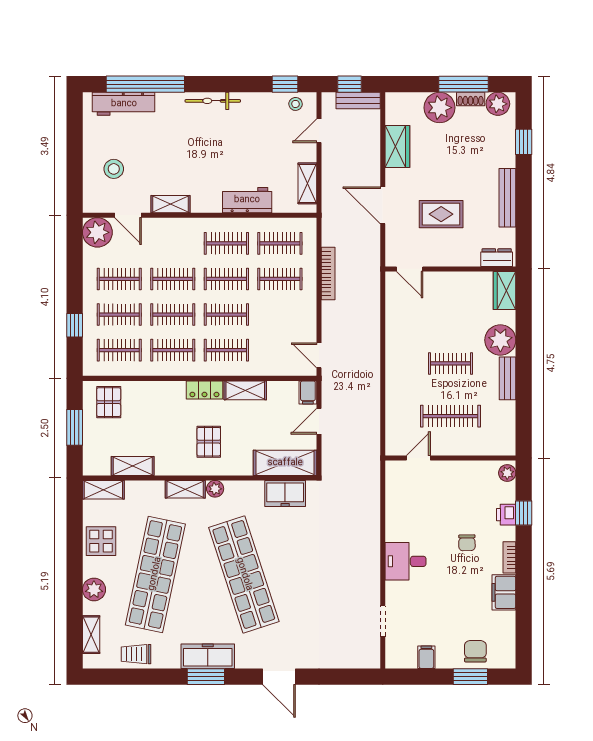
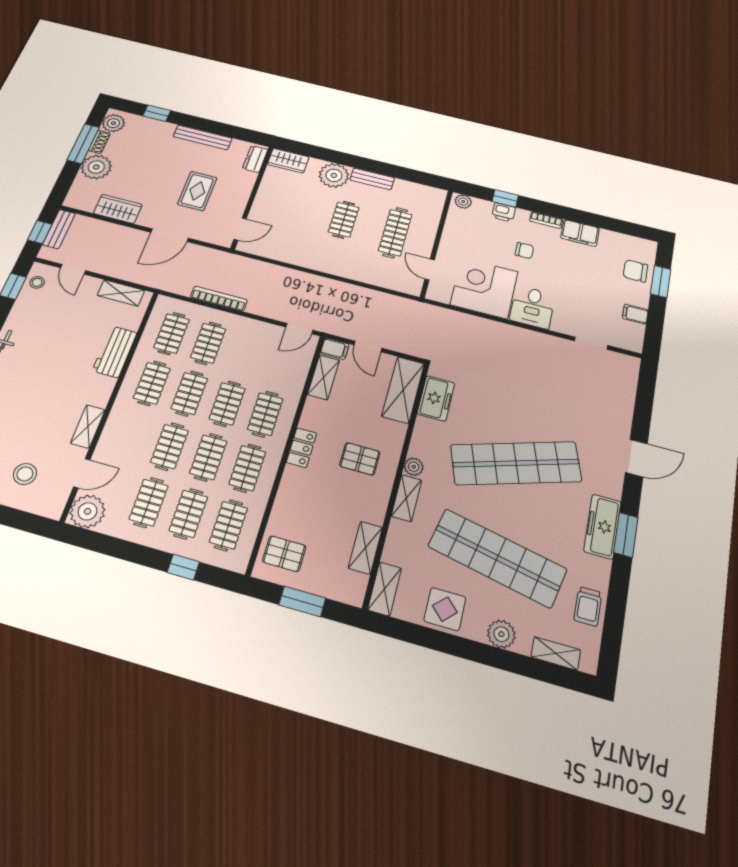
shelving: (245, 390) -> (324, 377), moved
corner desk: (413, 513) -> (484, 288), added

